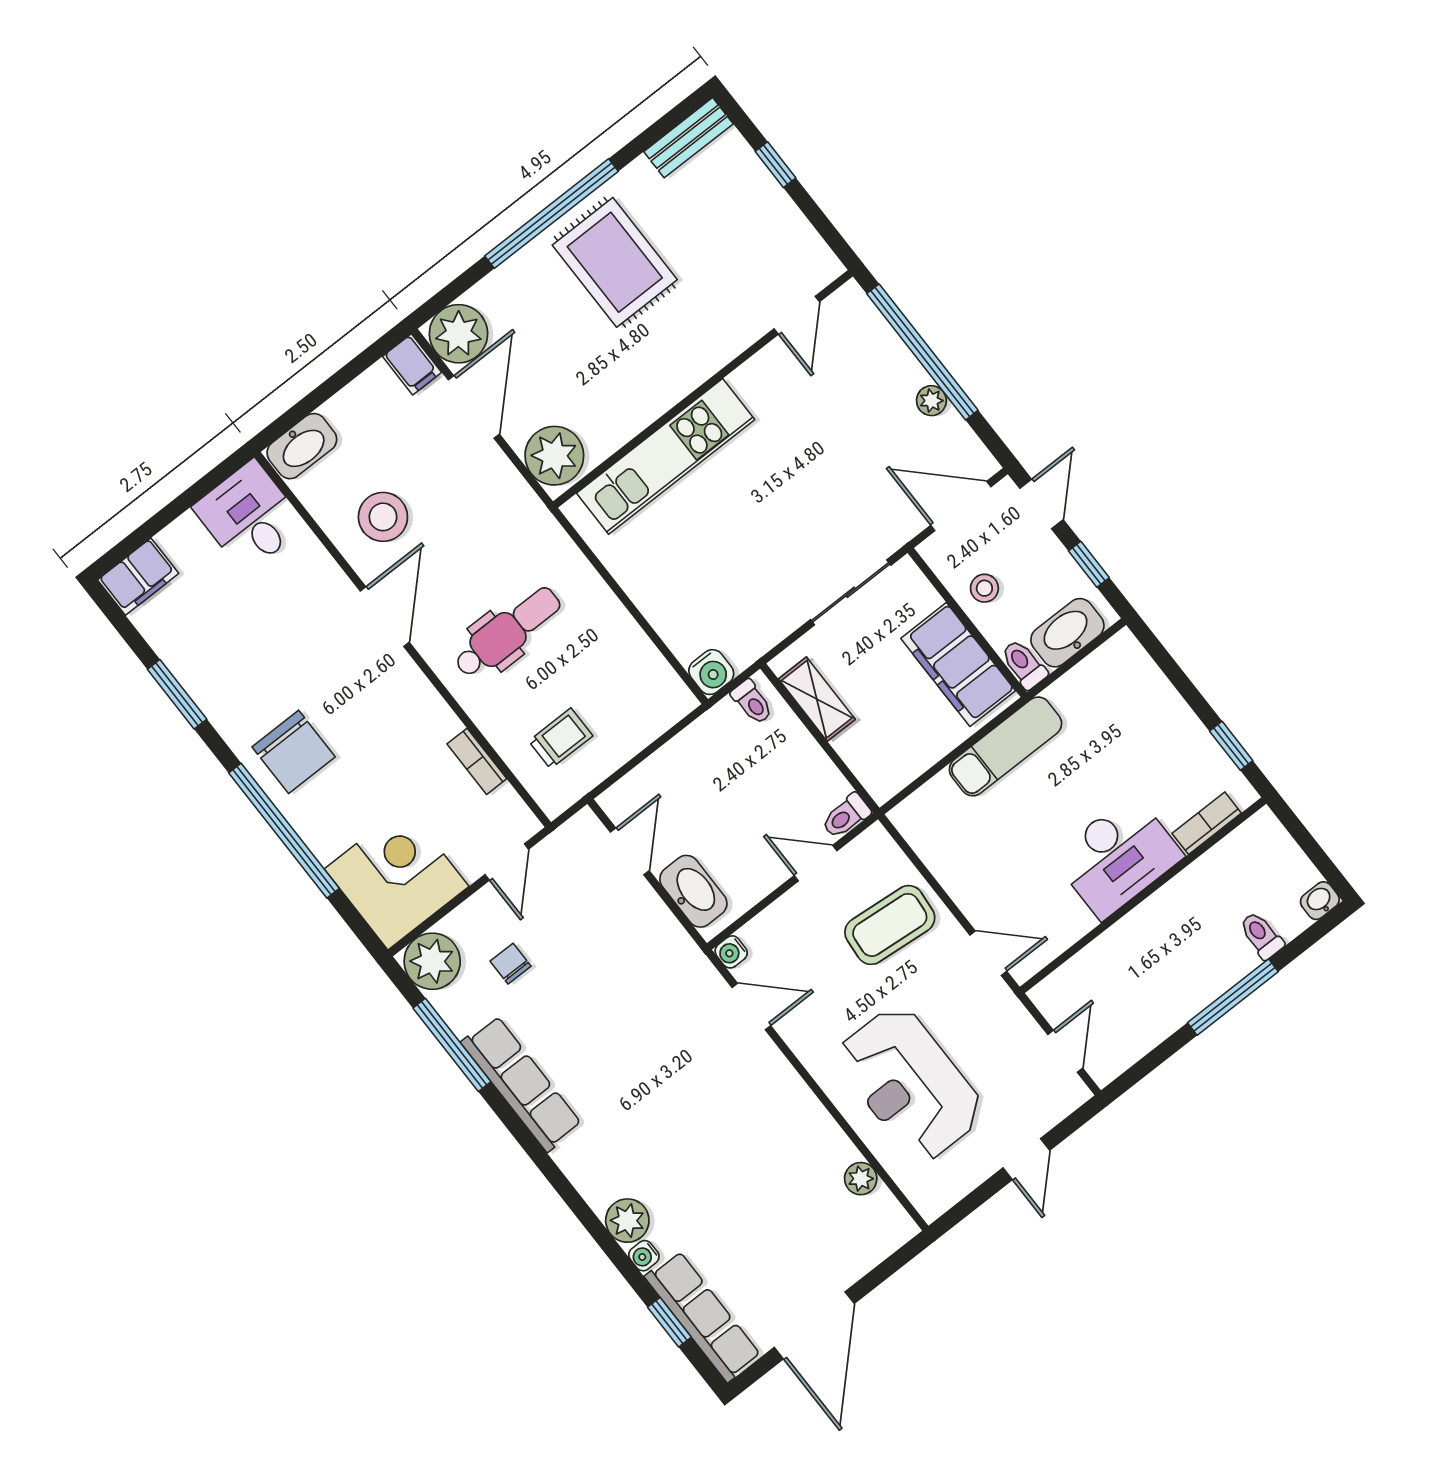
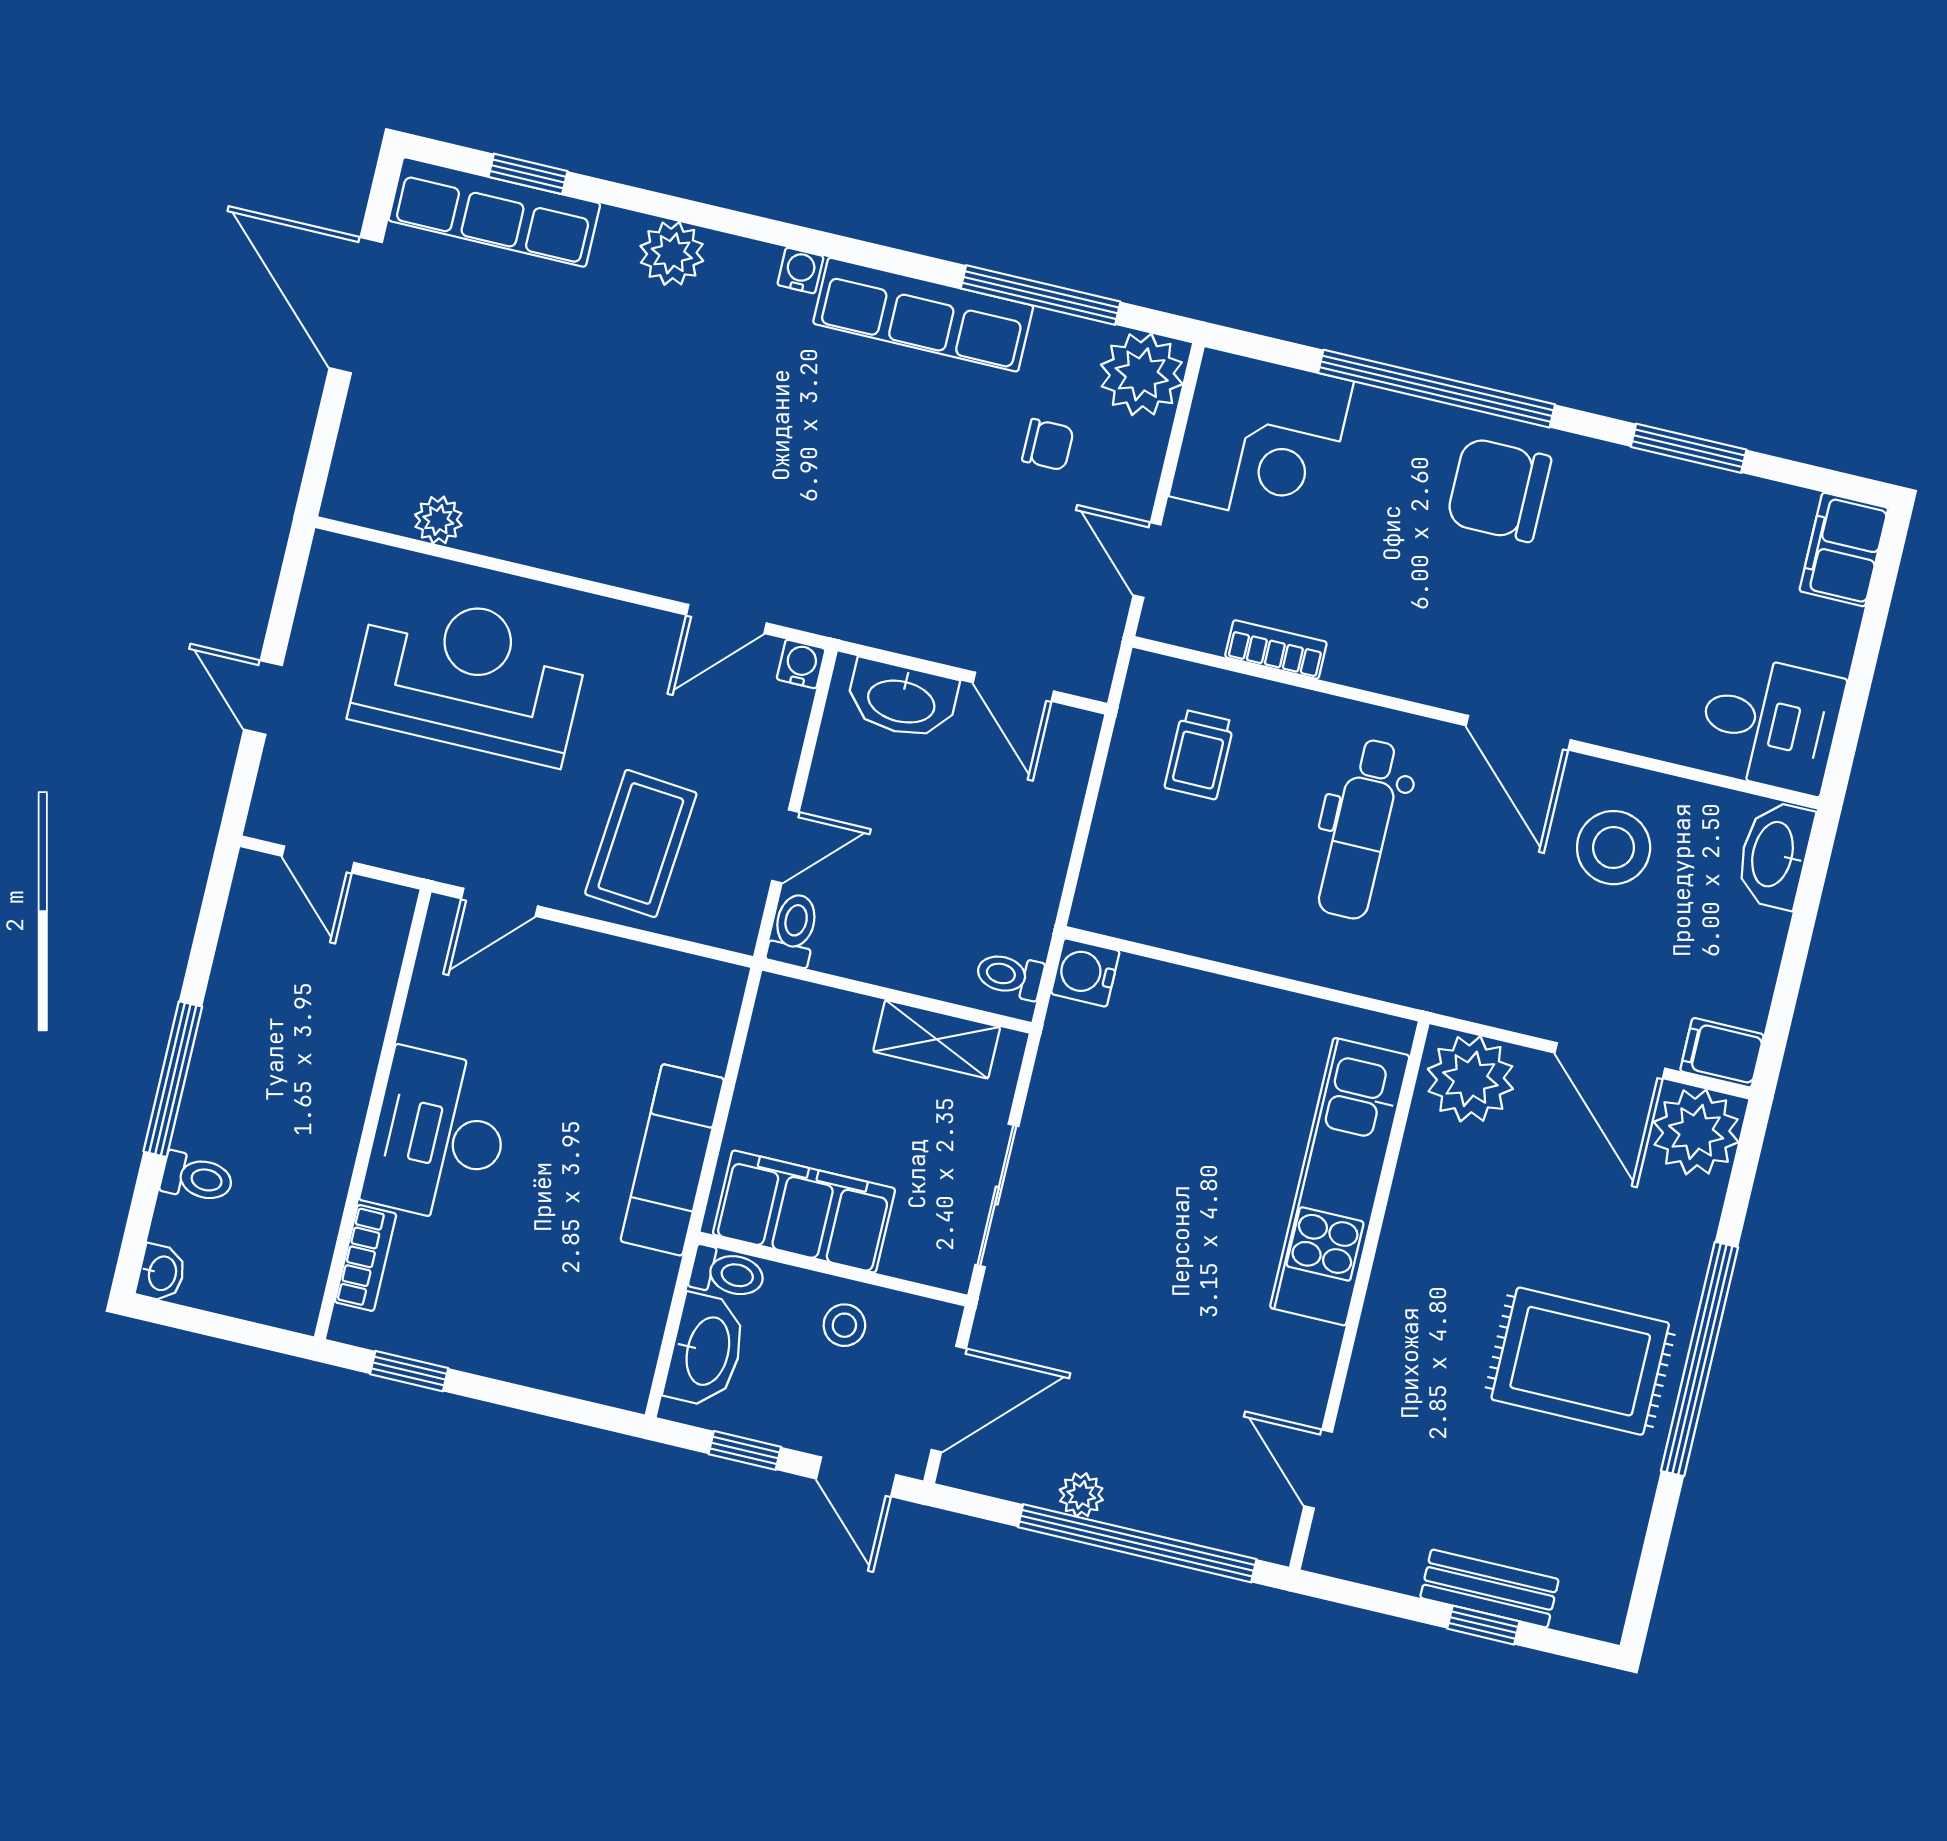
bench: (688, 138) -> (1489, 1588), moved, turned 90
water cooler: (644, 1256) -> (800, 271), moved

